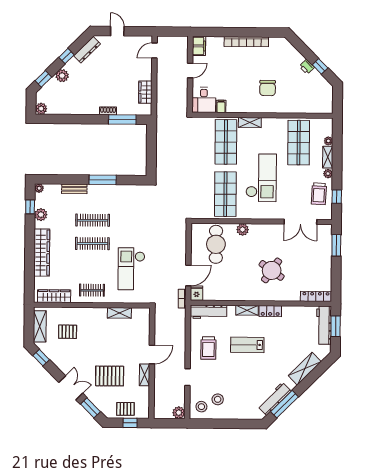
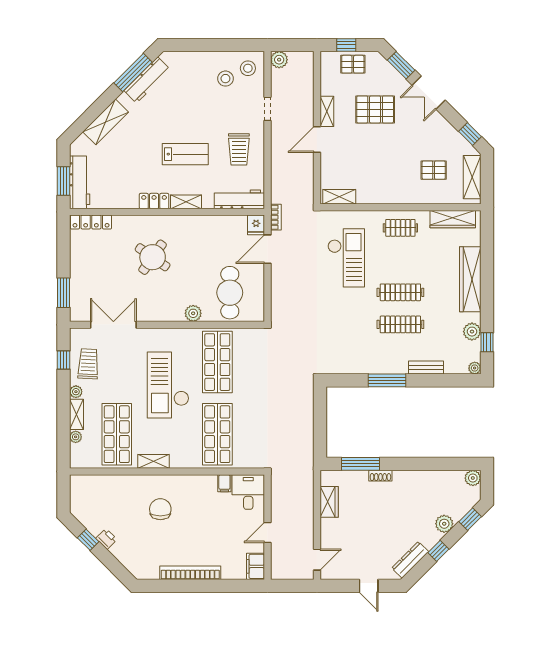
shelving: (250, 122) -> (153, 461), moved
shelving: (119, 313) -> (339, 197), moved
trolley: (208, 348) -> (239, 149), turned 180

